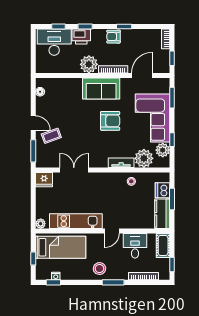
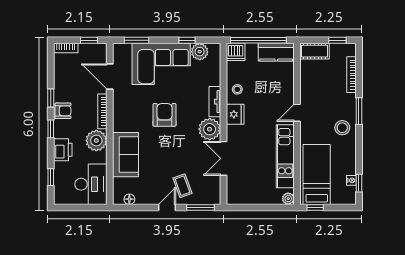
window: (85, 26) -> (51, 129), moved
armchair: (113, 37) -> (63, 111), turned -90
desk: (54, 42) -> (91, 184), moved, turned 180
sofa: (101, 89) -> (126, 155), moved
plant: (144, 158) -> (210, 129), moved
fridge: (44, 180) -> (235, 114), moved
dishwasher: (162, 190) -> (236, 52), moved
window: (172, 199) -> (258, 40), width x2.11
door: (112, 231) -> (297, 113), swing flipped
desk: (135, 246) -> (315, 85), removed
window: (33, 259) -> (315, 207), moved

